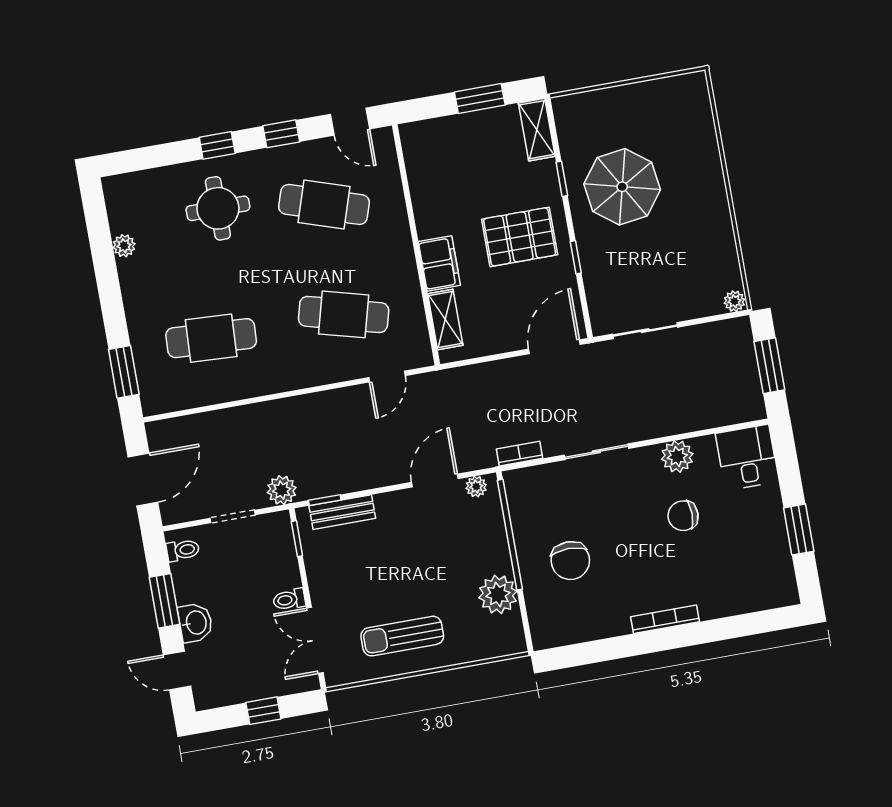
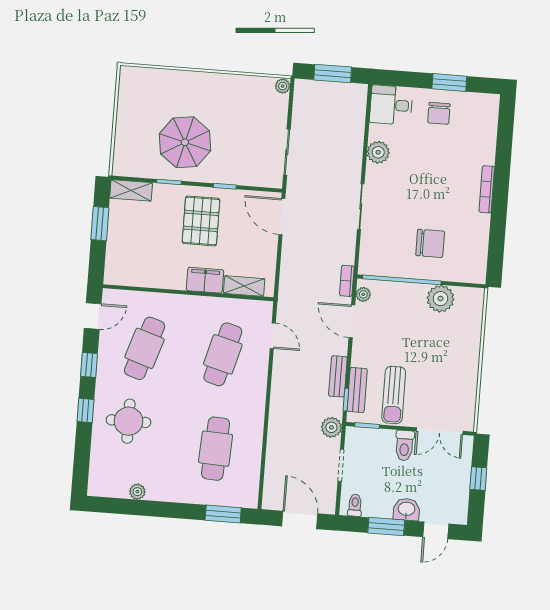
bookcase: (520, 454) -> (347, 281), moved
bench: (354, 481) -> (338, 376), added
chair: (683, 516) -> (439, 113), moved
toilet: (289, 600) -> (404, 446), width x1.37, depth x1.39
sun lounger: (402, 636) -> (394, 395), moved

